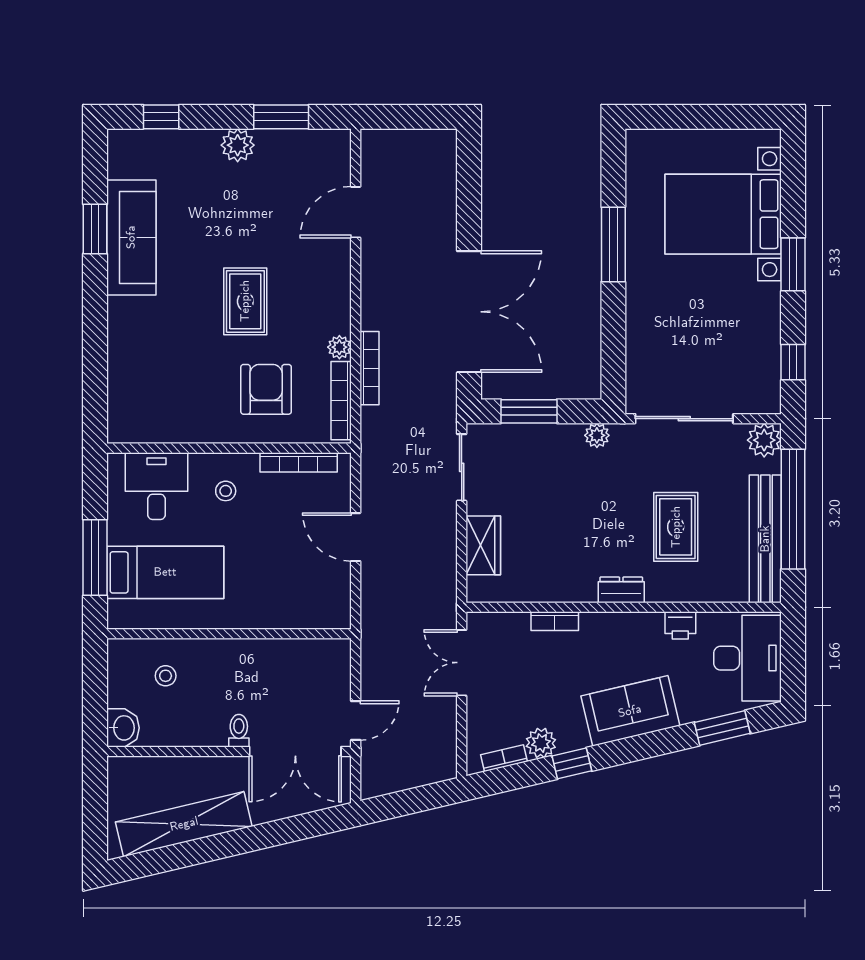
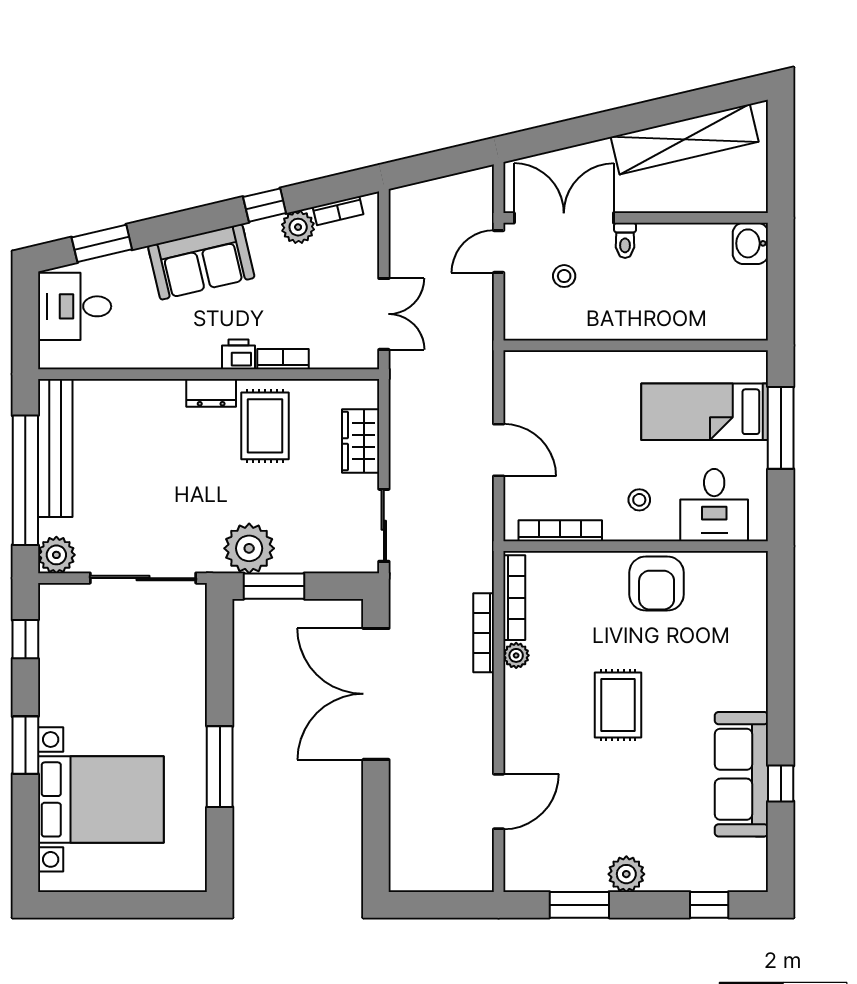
window: (95, 229) -> (781, 783), width x0.67
armchair: (266, 389) -> (657, 584), moved
window: (529, 411) -> (274, 586), moved
plant: (597, 435) -> (249, 548), width x1.88, depth x1.88
rug: (676, 527) -> (265, 426), moved
printer: (680, 625) -> (238, 354), moved
desk: (747, 658) -> (75, 306), width x0.73
stool: (166, 676) -> (564, 276), moved

